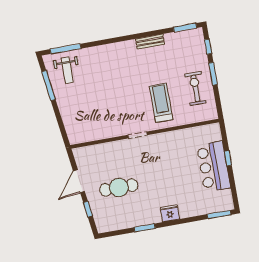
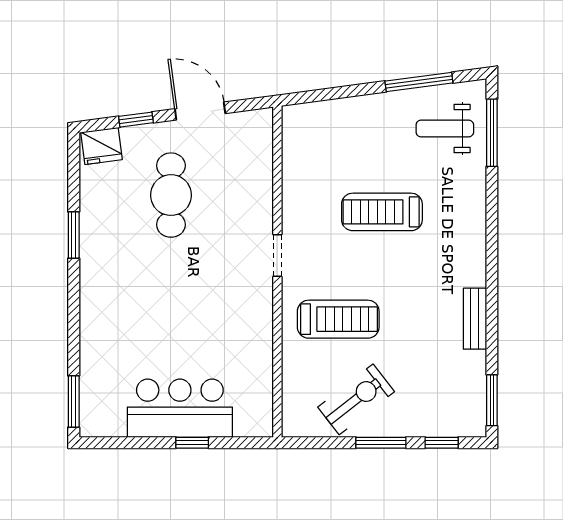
exercise bike: (196, 88) -> (356, 399), turned -38
treadmill: (110, 92) -> (382, 212), added
fridge: (170, 213) -> (101, 146), moved, turned 82

